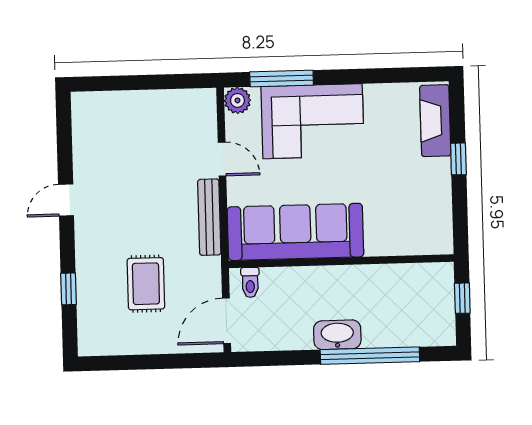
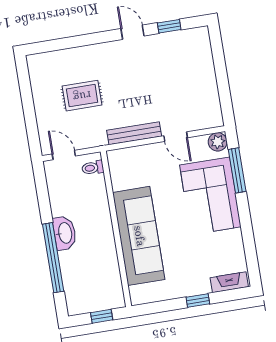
fireplace: (435, 121) -> (229, 282), width x0.73, depth x0.76
door: (222, 159) -> (176, 137), hinge flipped
sofa: (295, 232) -> (139, 236), moved
window: (69, 289) -> (169, 26), moved
door: (227, 321) -> (64, 155), width x0.73

